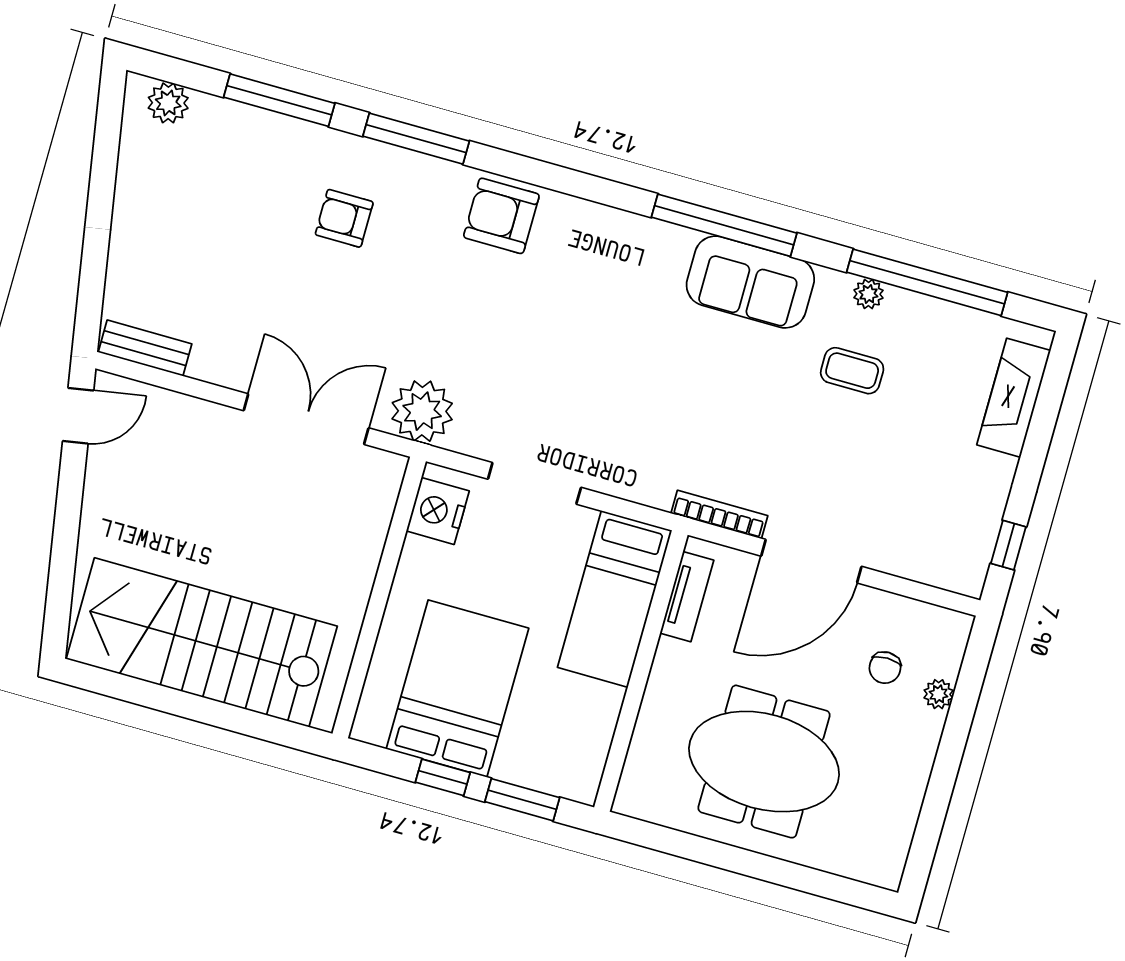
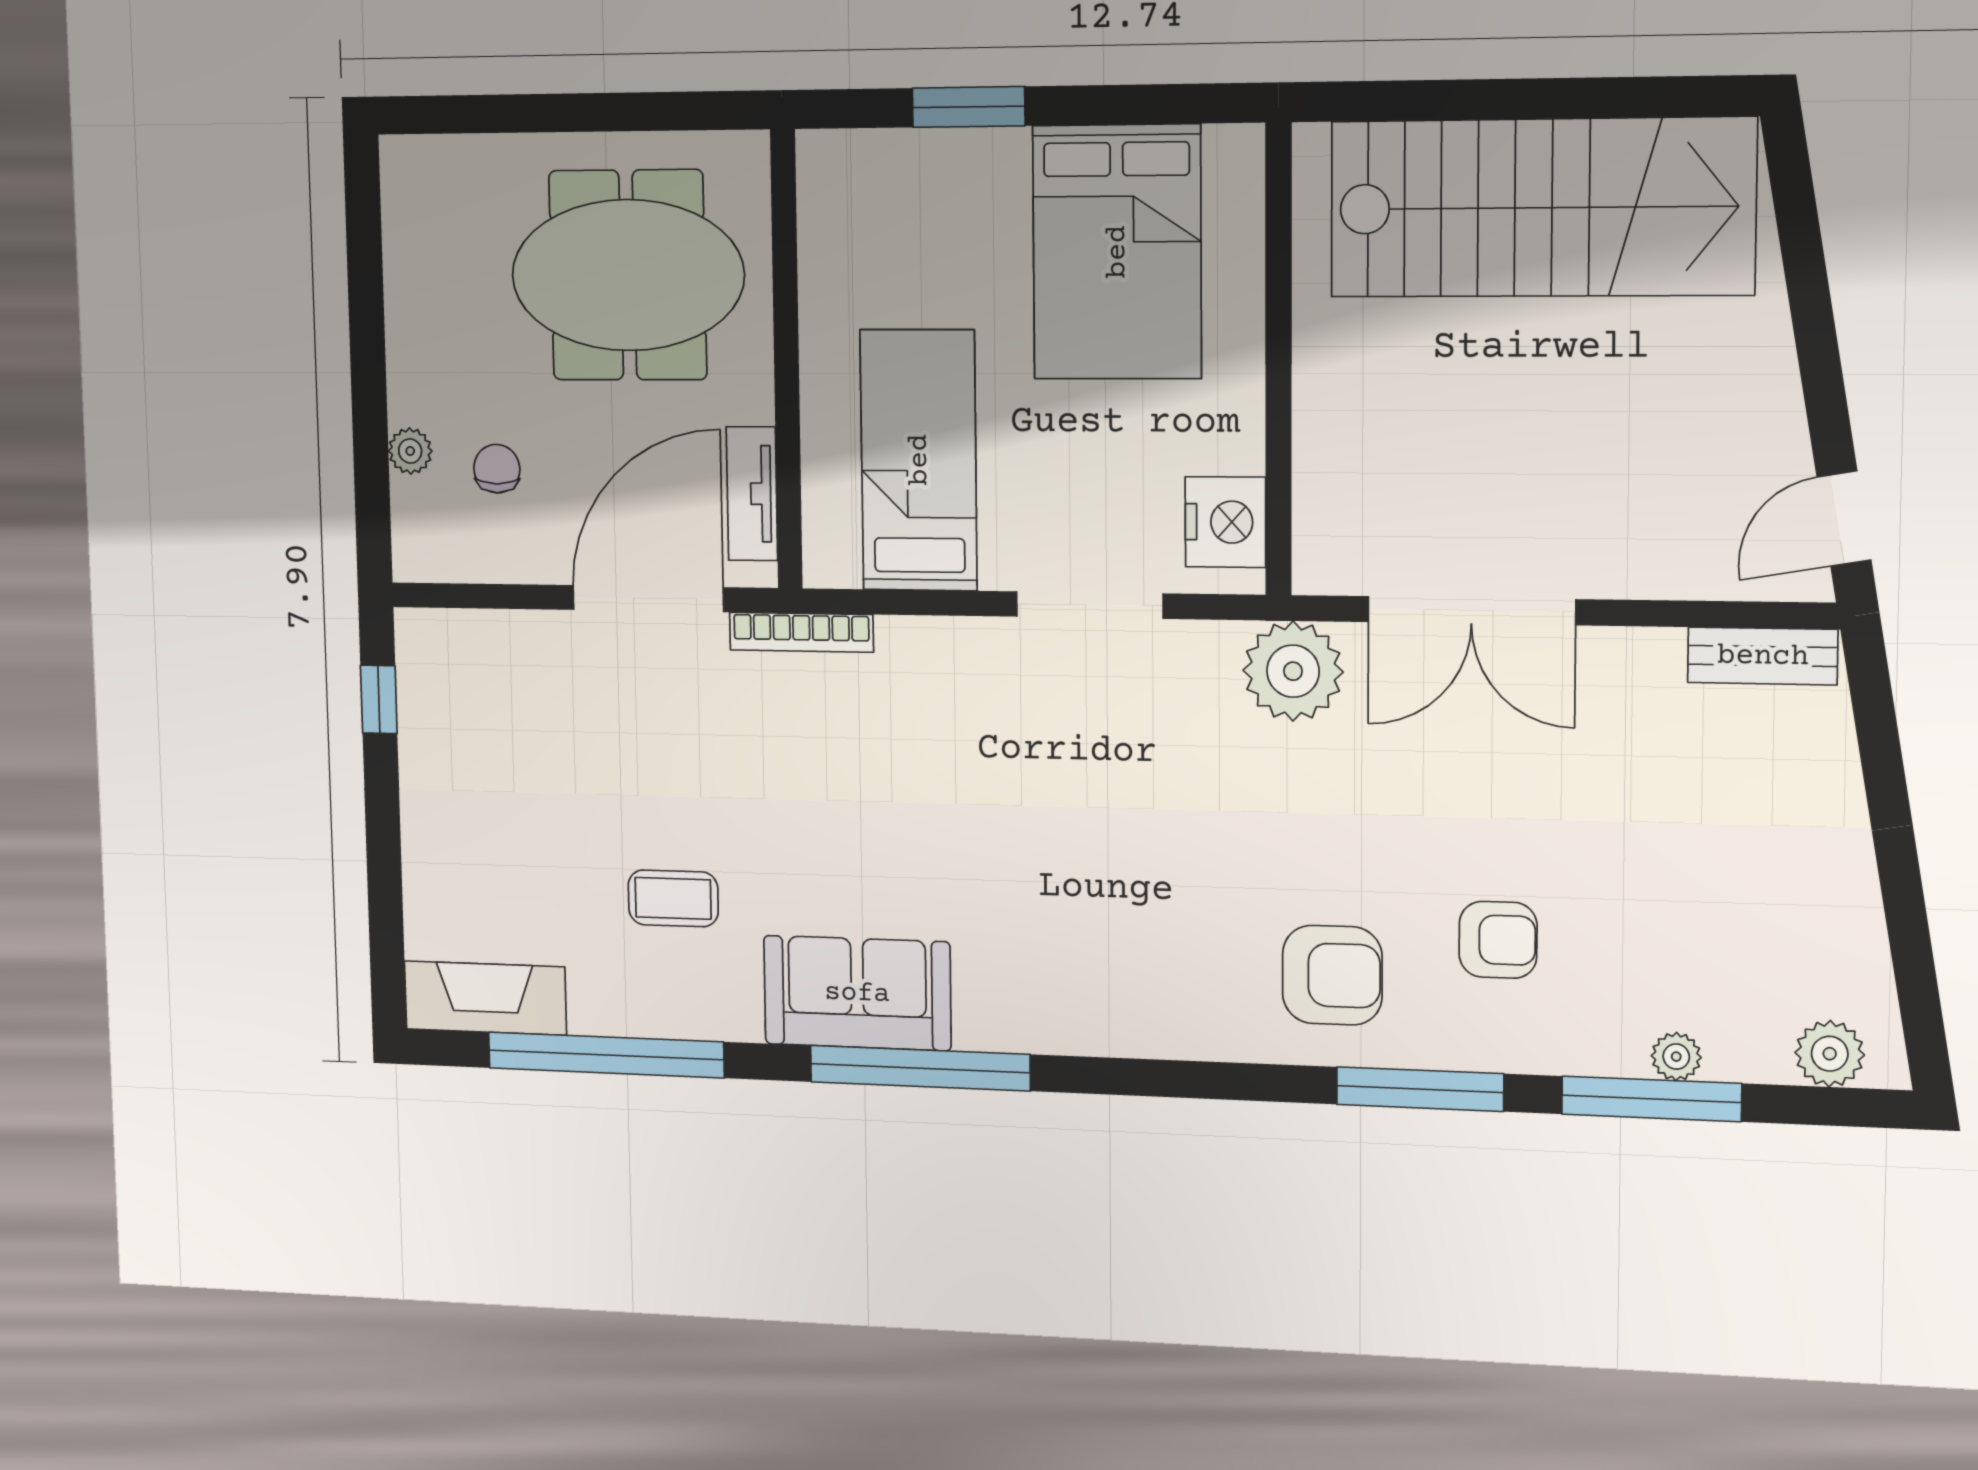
armchair: (501, 216) -> (1332, 975), moved
plant: (868, 294) -> (1676, 1057), moved
fireplace: (1014, 398) -> (485, 998), moved, turned -90
tv unit: (687, 597) -> (752, 494), moved
wall: (641, 671) -> (786, 360), moved
window: (443, 777) -> (1100, 105), removed

